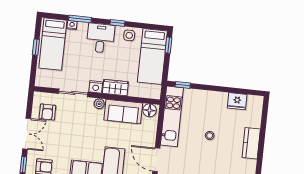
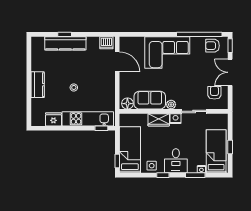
kitchen unit: (172, 116) -> (88, 119), moved, turned 90

